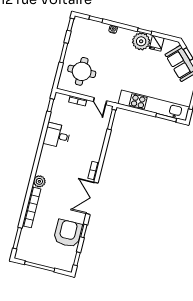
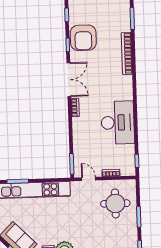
desk: (57, 135) -> (118, 123), width x1.87, depth x1.30
plant: (39, 181) -> (126, 82), removed

